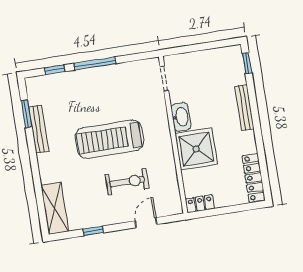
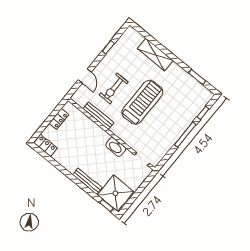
bench: (39, 129) -> (98, 116), moved
shower: (196, 149) -> (115, 193), moved
locker: (254, 178) -> (45, 145), width x0.66
locker: (200, 204) -> (59, 119), moved
shelving: (55, 208) -> (155, 55), moved

